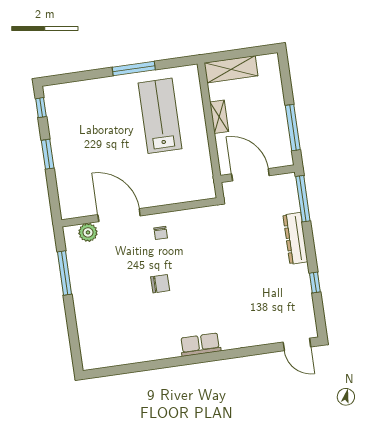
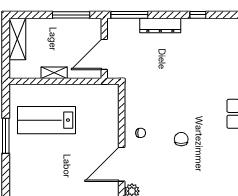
shelving: (231, 69) -> (17, 39), moved

